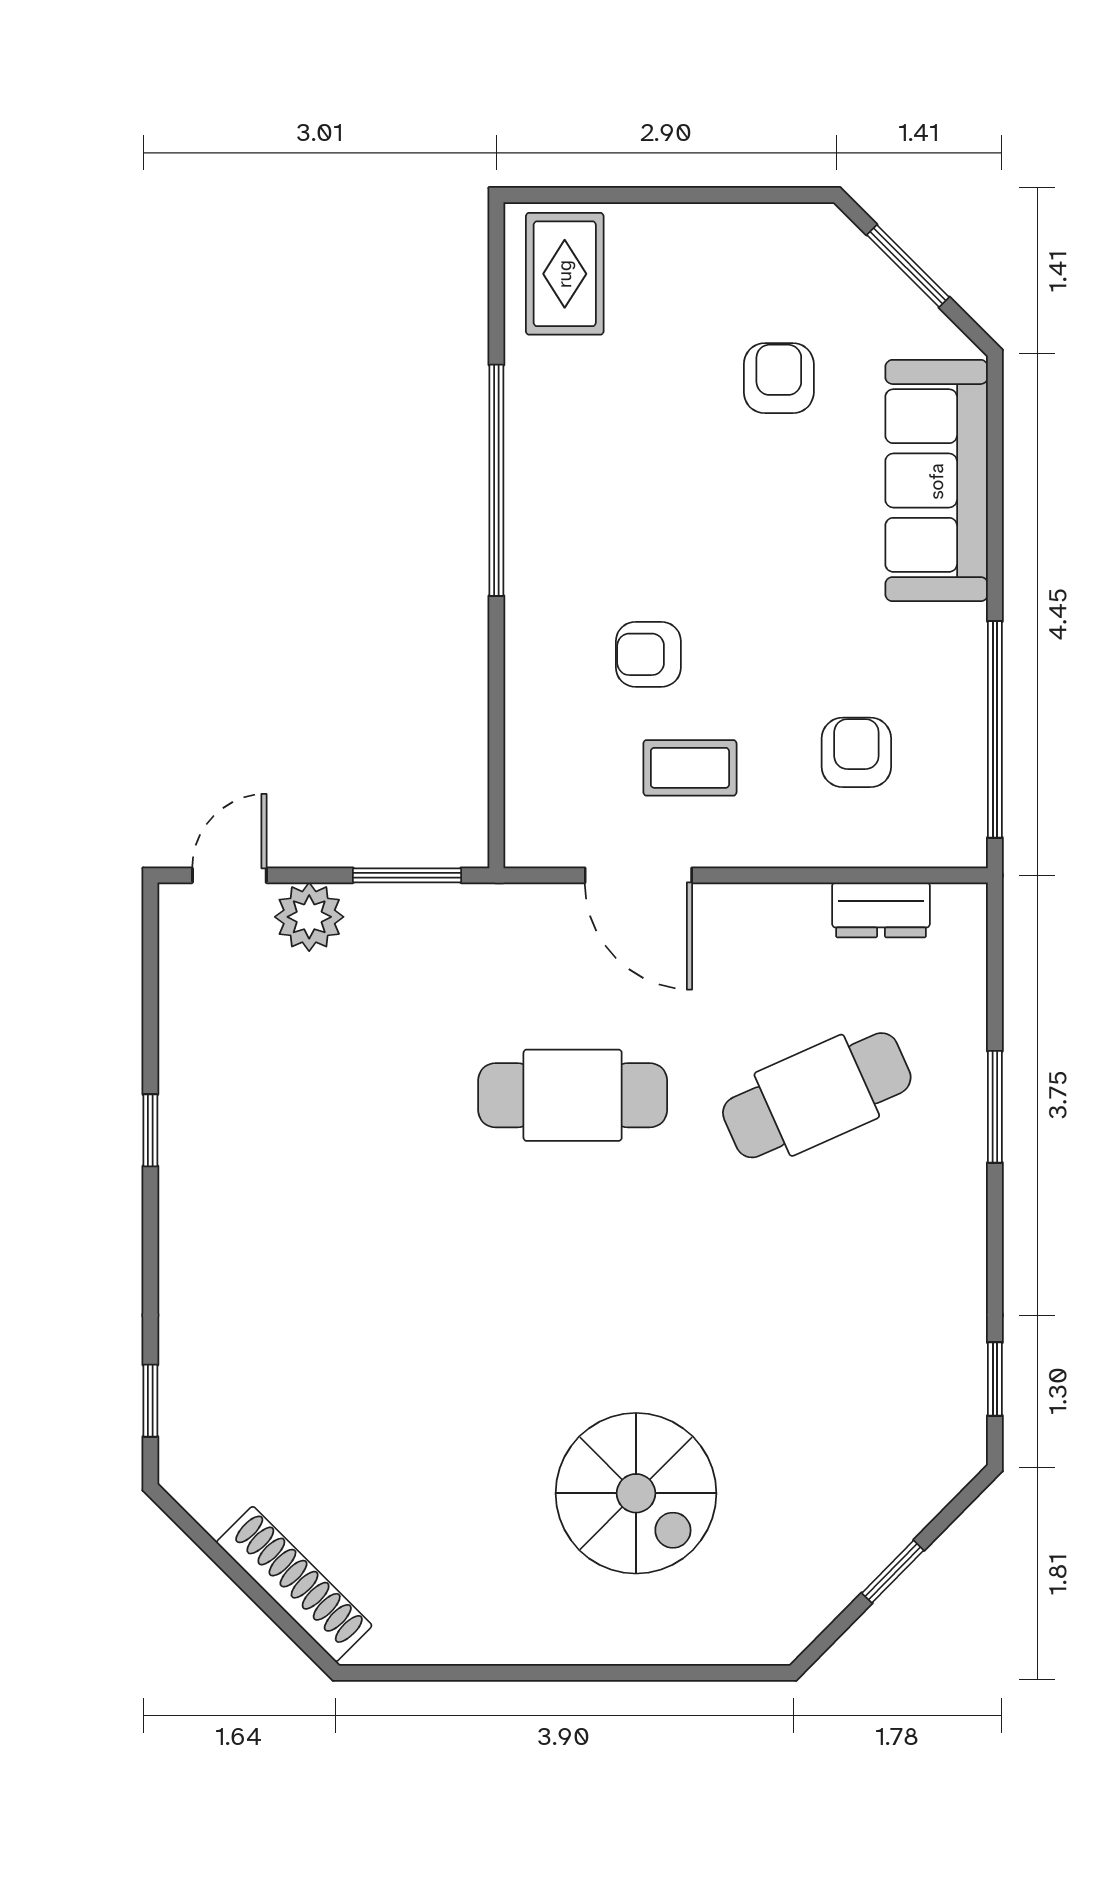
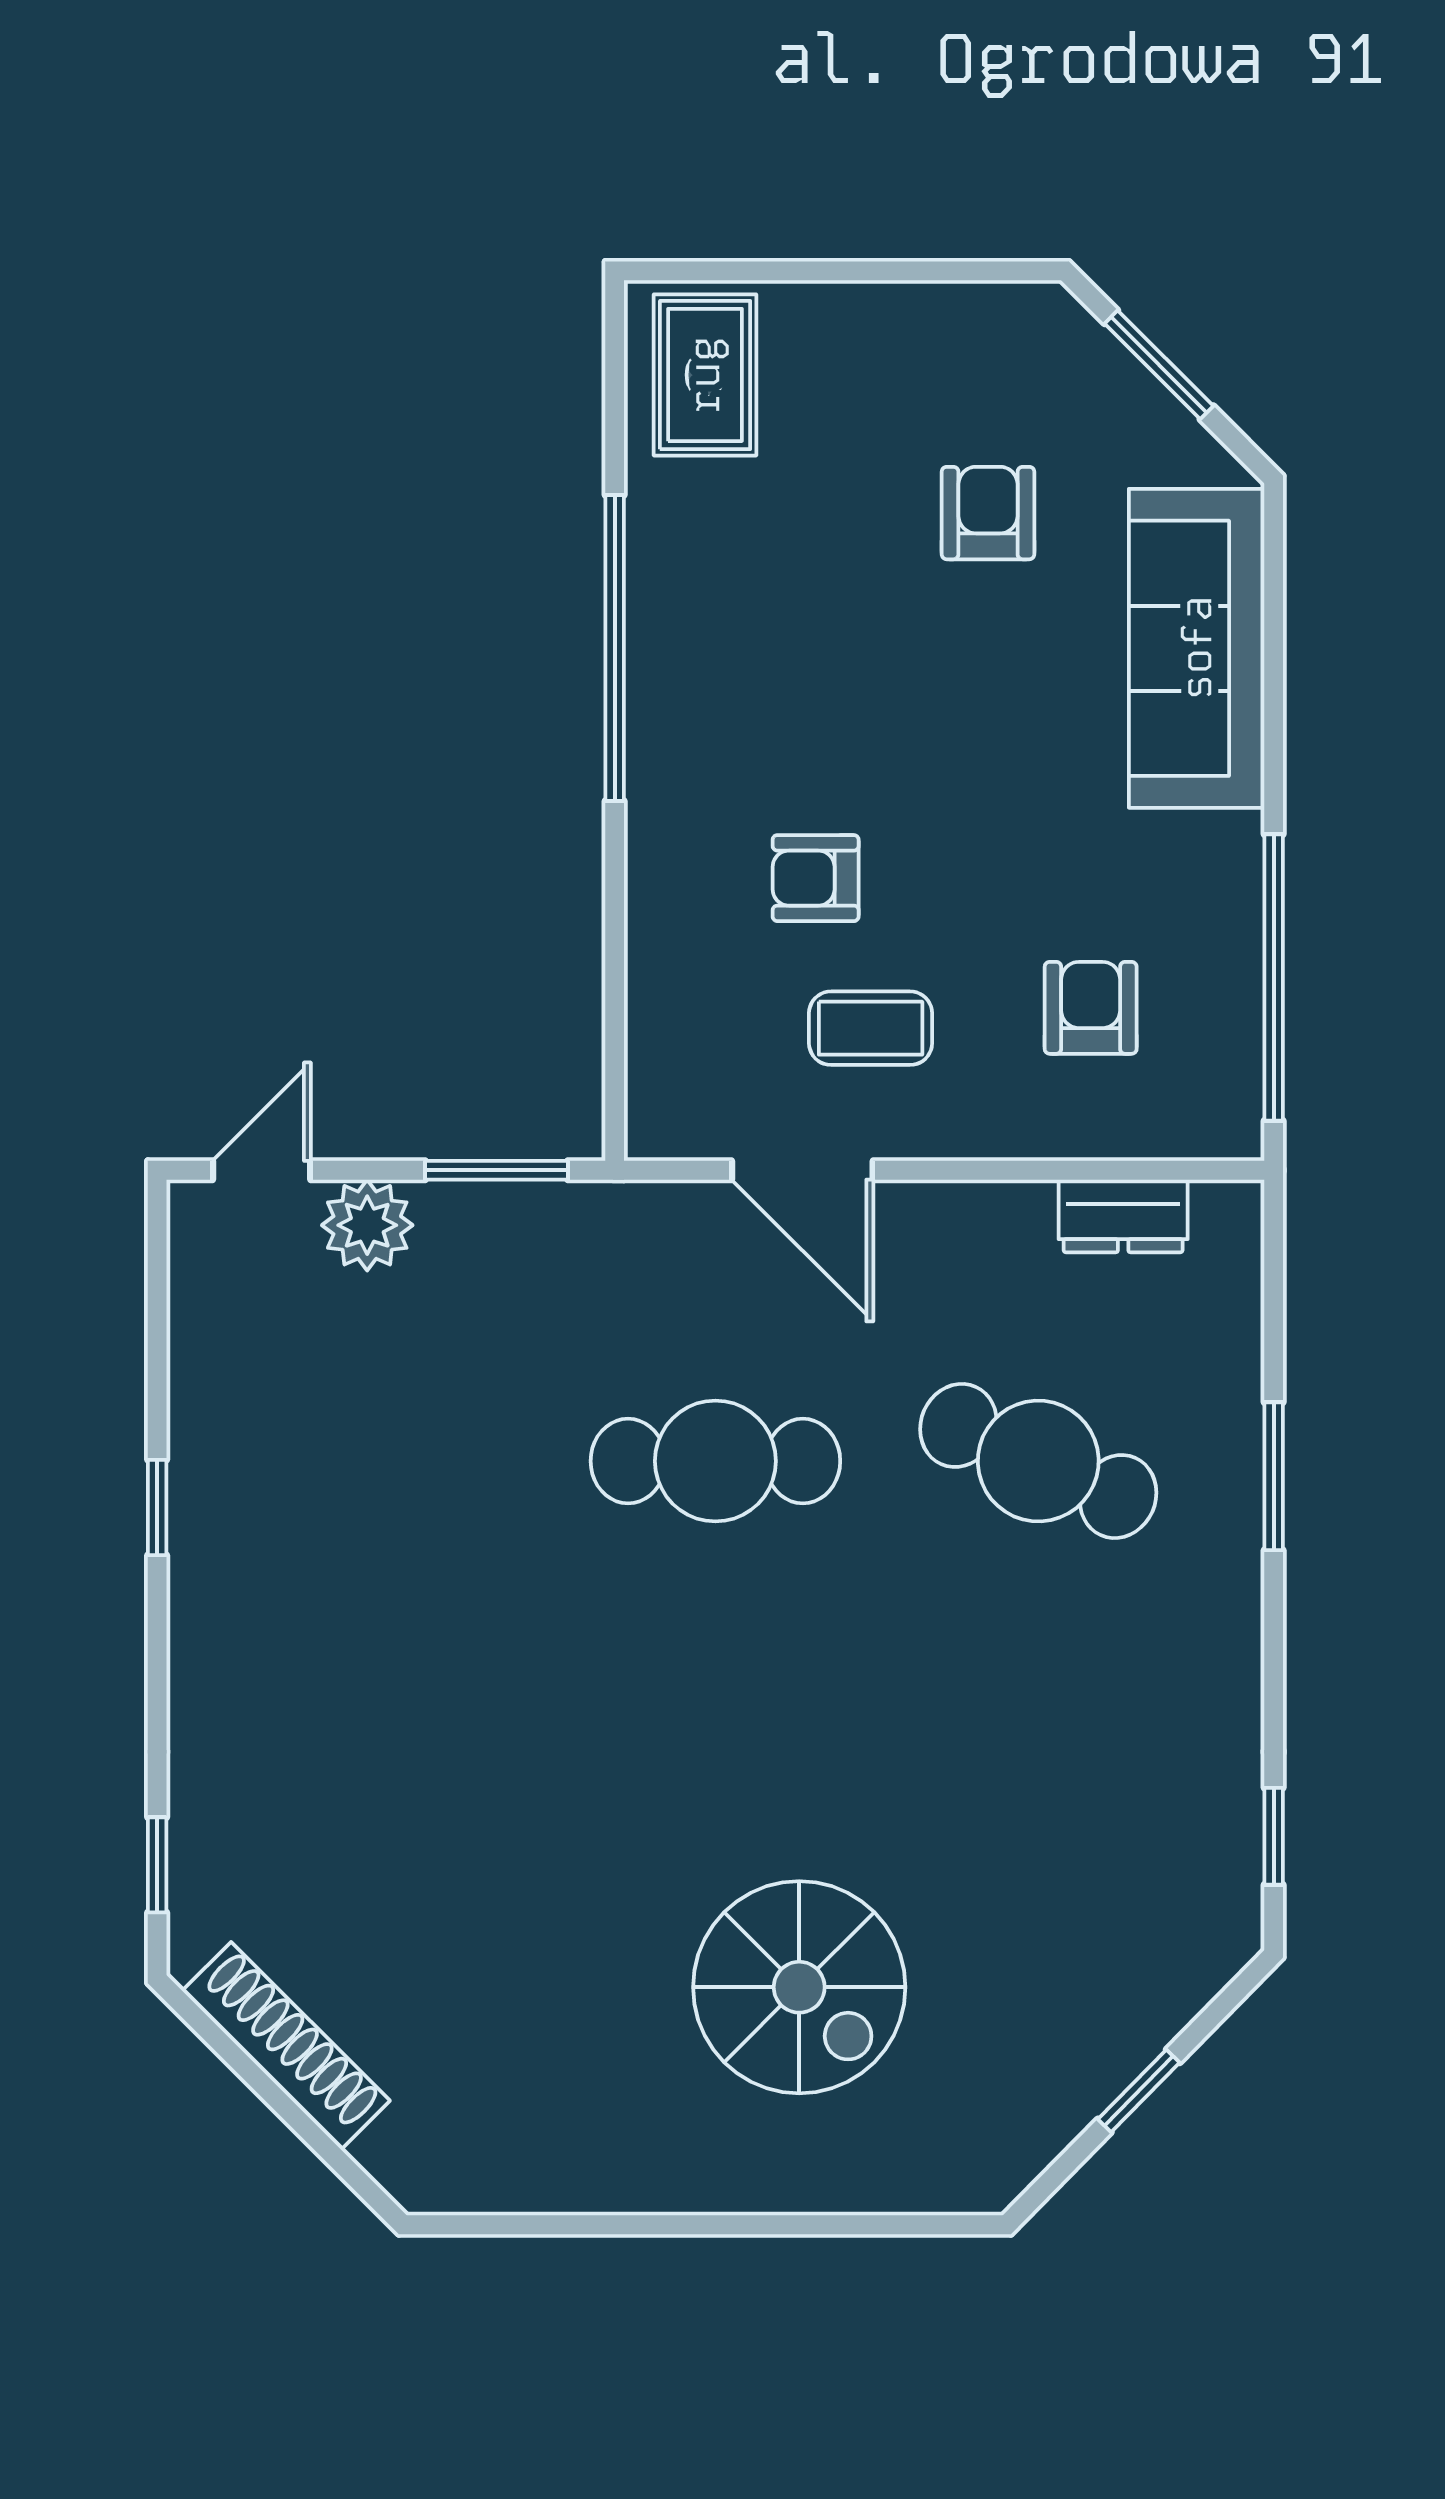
cafe table: (817, 1095) -> (1038, 1461), turned 48
shoe rack: (294, 1584) -> (286, 2046), moved

